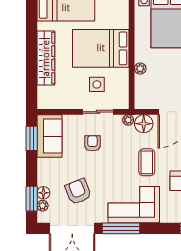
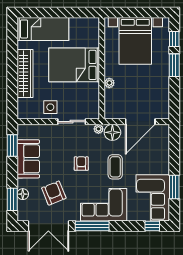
side table: (97, 84) -> (50, 107), moved
sofa: (49, 136) -> (28, 159), moved
armchair: (93, 143) -> (81, 164), moved
plant: (43, 206) -> (22, 206), removed

